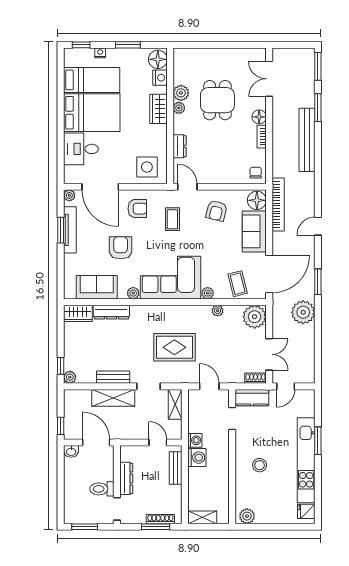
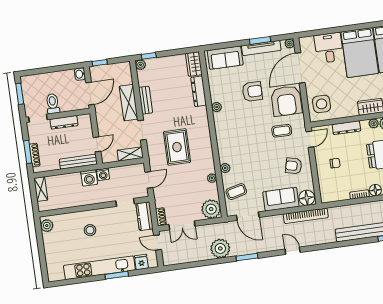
dresser: (180, 146) -> (346, 128), width x1.44
chair: (256, 173) -> (335, 163), moved
armchair: (137, 209) -> (286, 101), width x1.88, depth x1.88
door: (269, 274) -> (248, 216), width x0.73
corner sofa: (170, 278) -> (234, 136), removed
sofa: (97, 287) -> (225, 58), moved, turned 90
bench: (176, 468) -> (78, 162), width x1.36
fridge: (306, 511) -> (141, 262), moved

